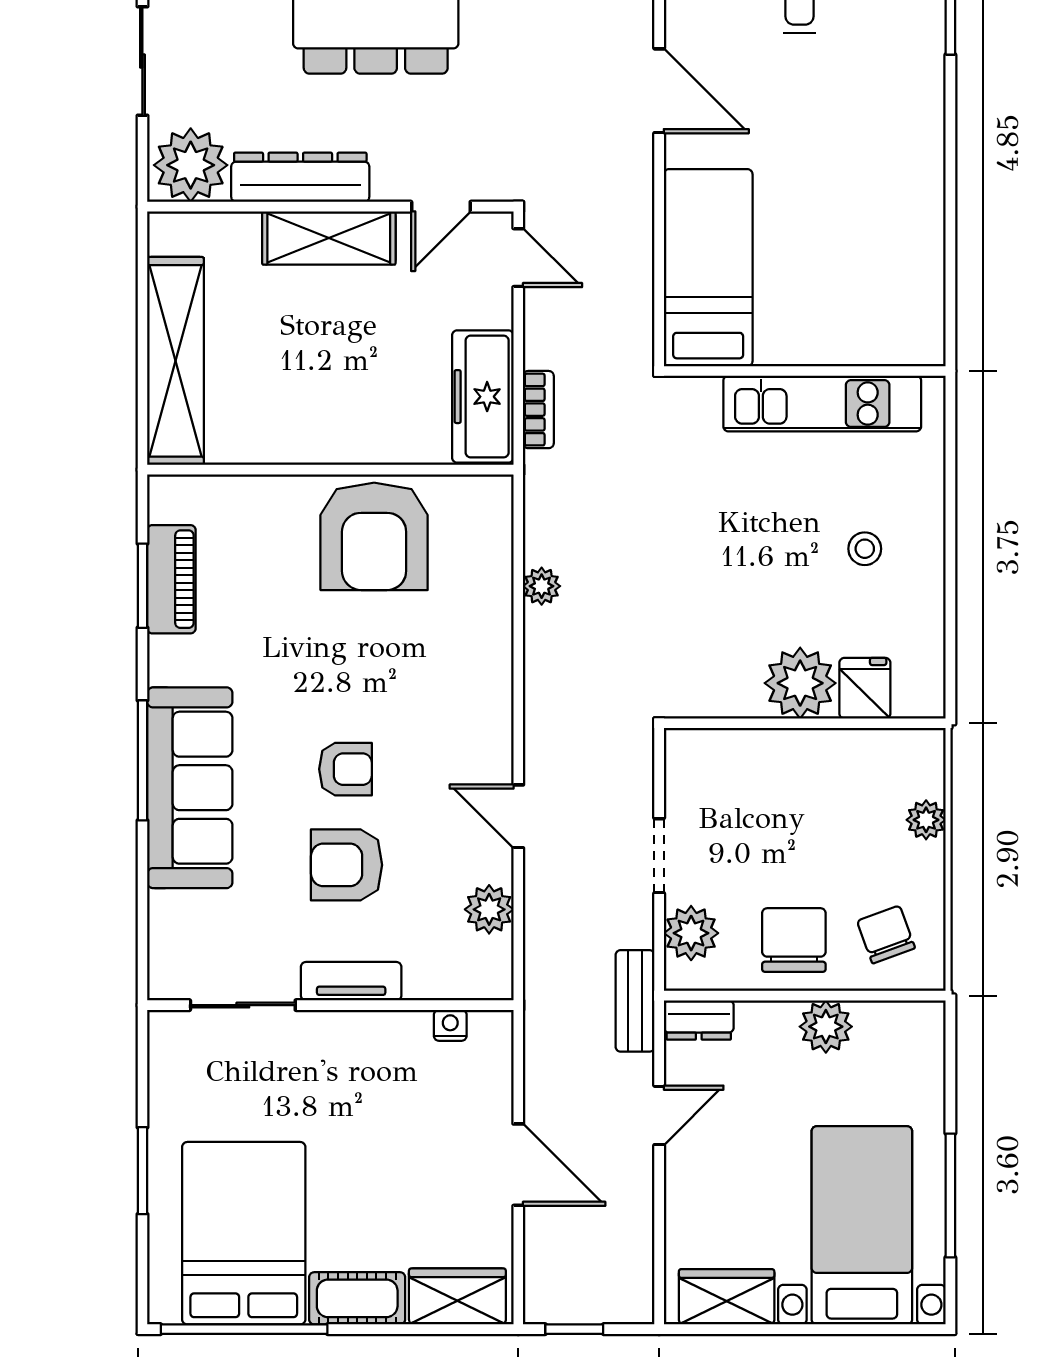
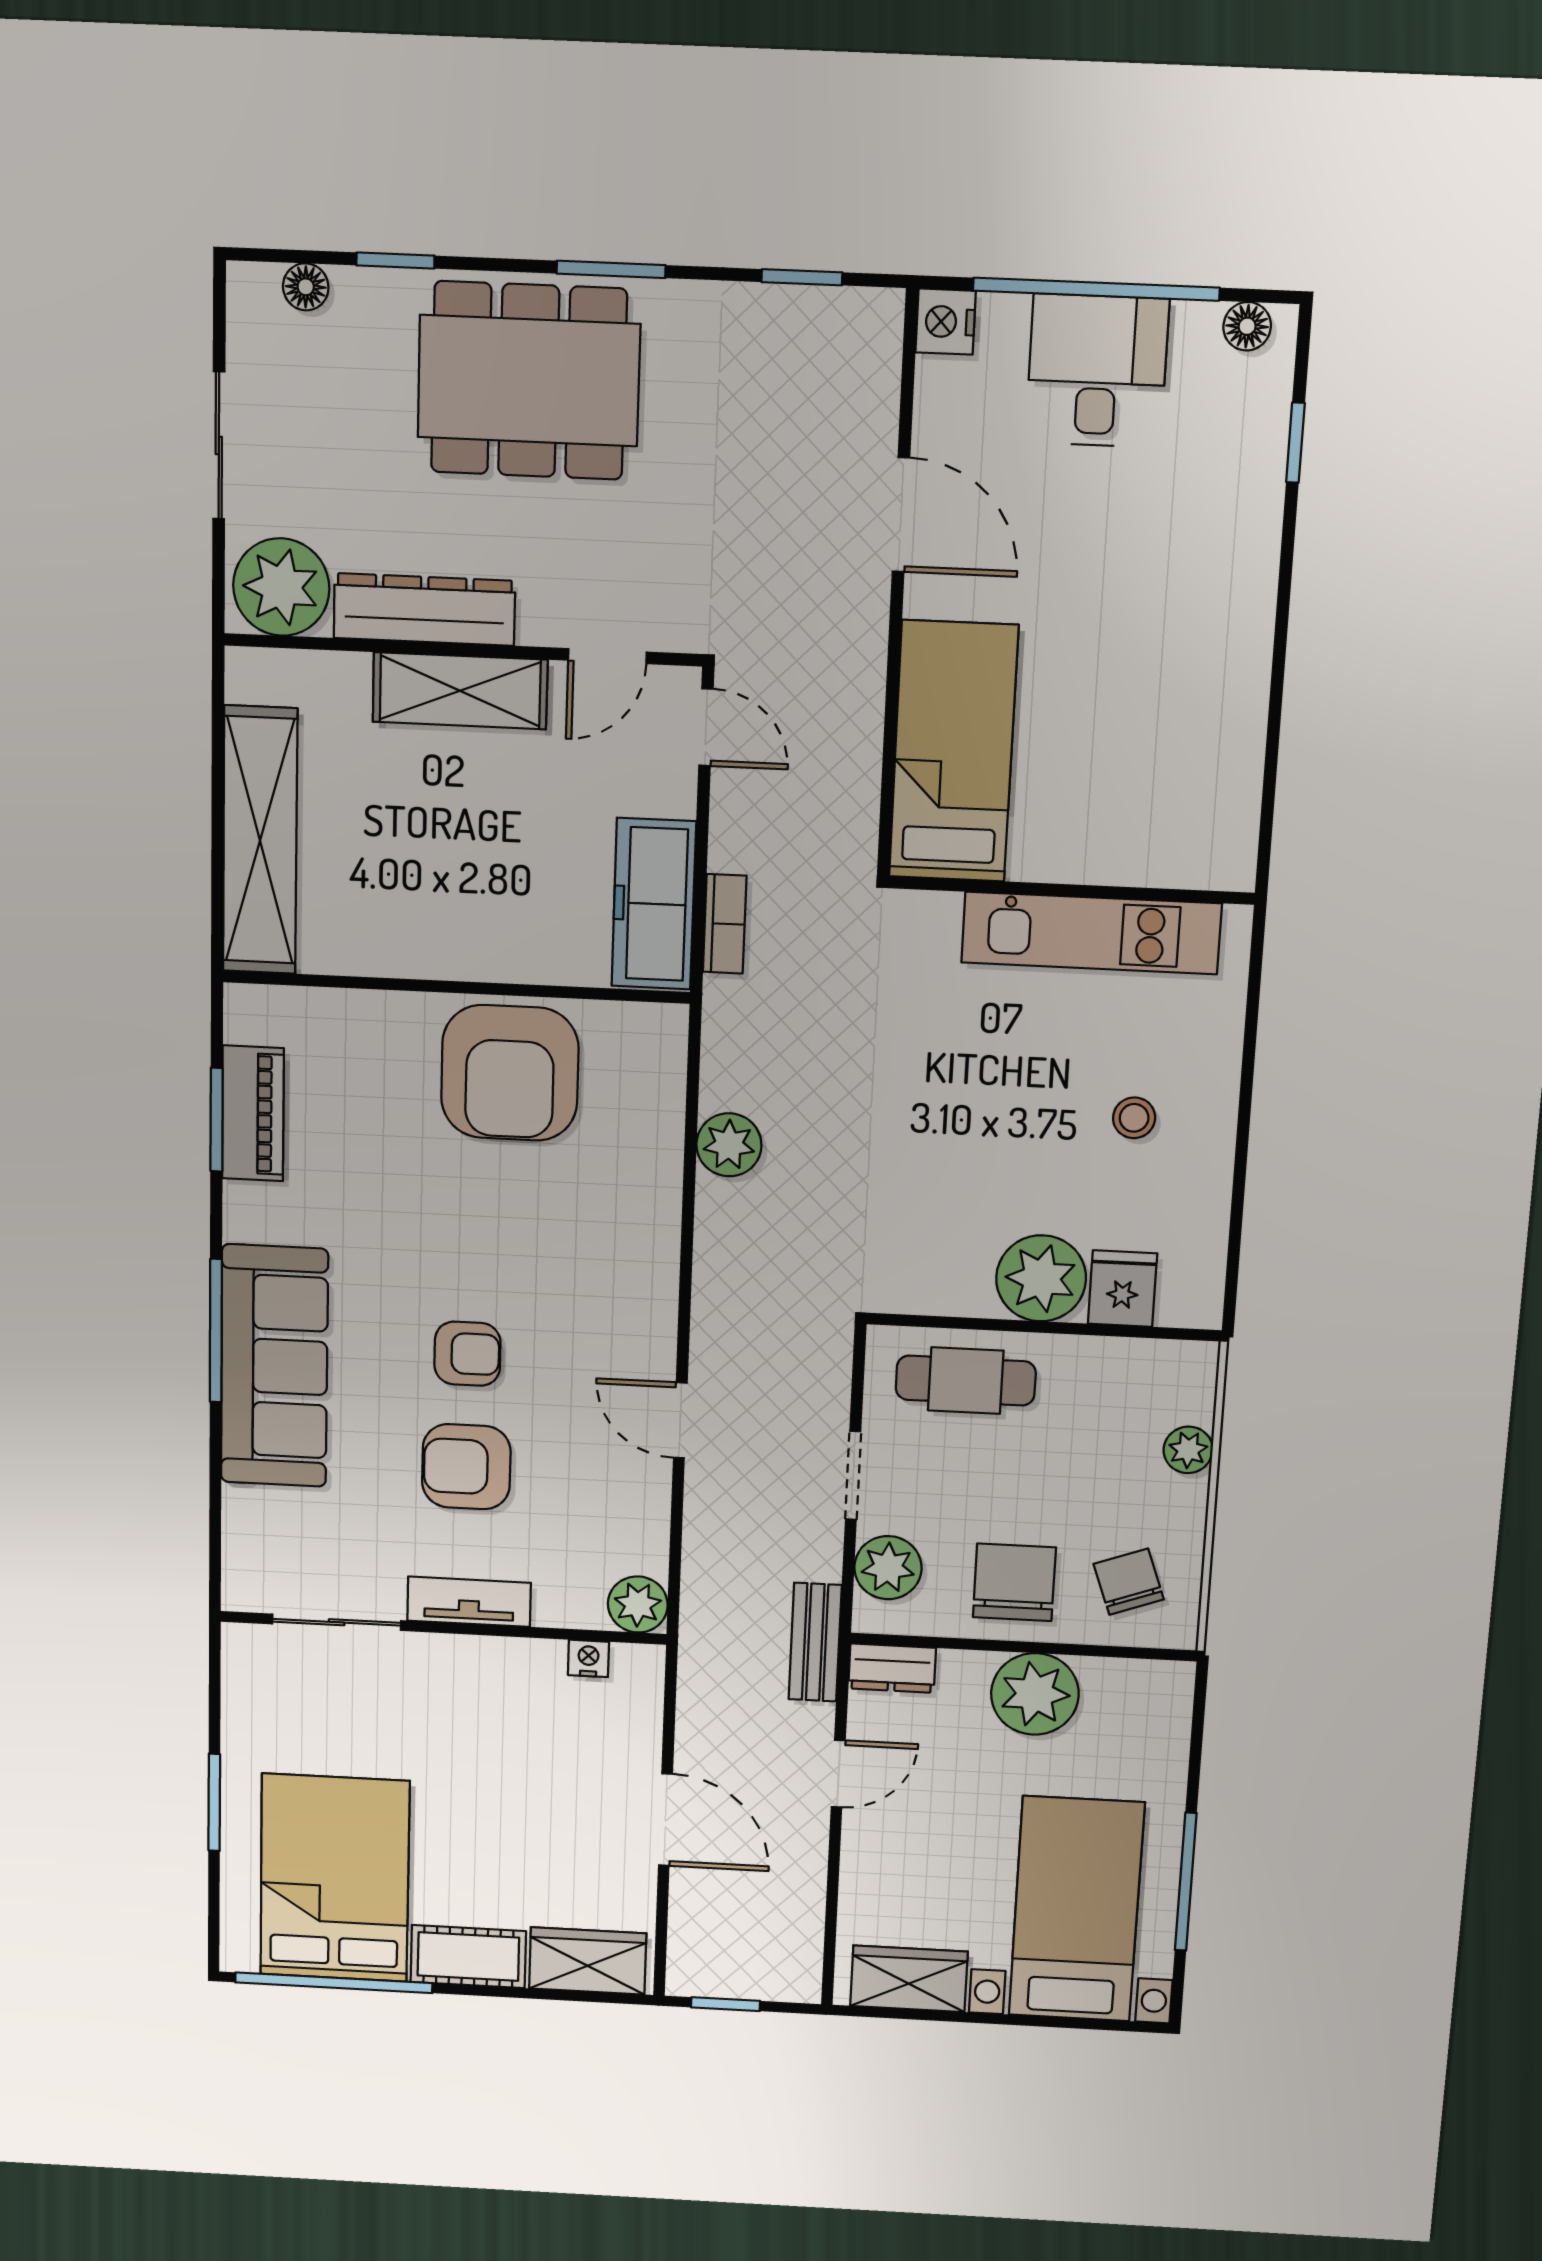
plant: (542, 586) -> (729, 1145), width x1.38, depth x1.38
cafe table: (745, 771) -> (966, 1381), added
plant: (489, 909) -> (638, 1604), moved
plant: (826, 1027) -> (1035, 1694), width x1.36, depth x1.36

